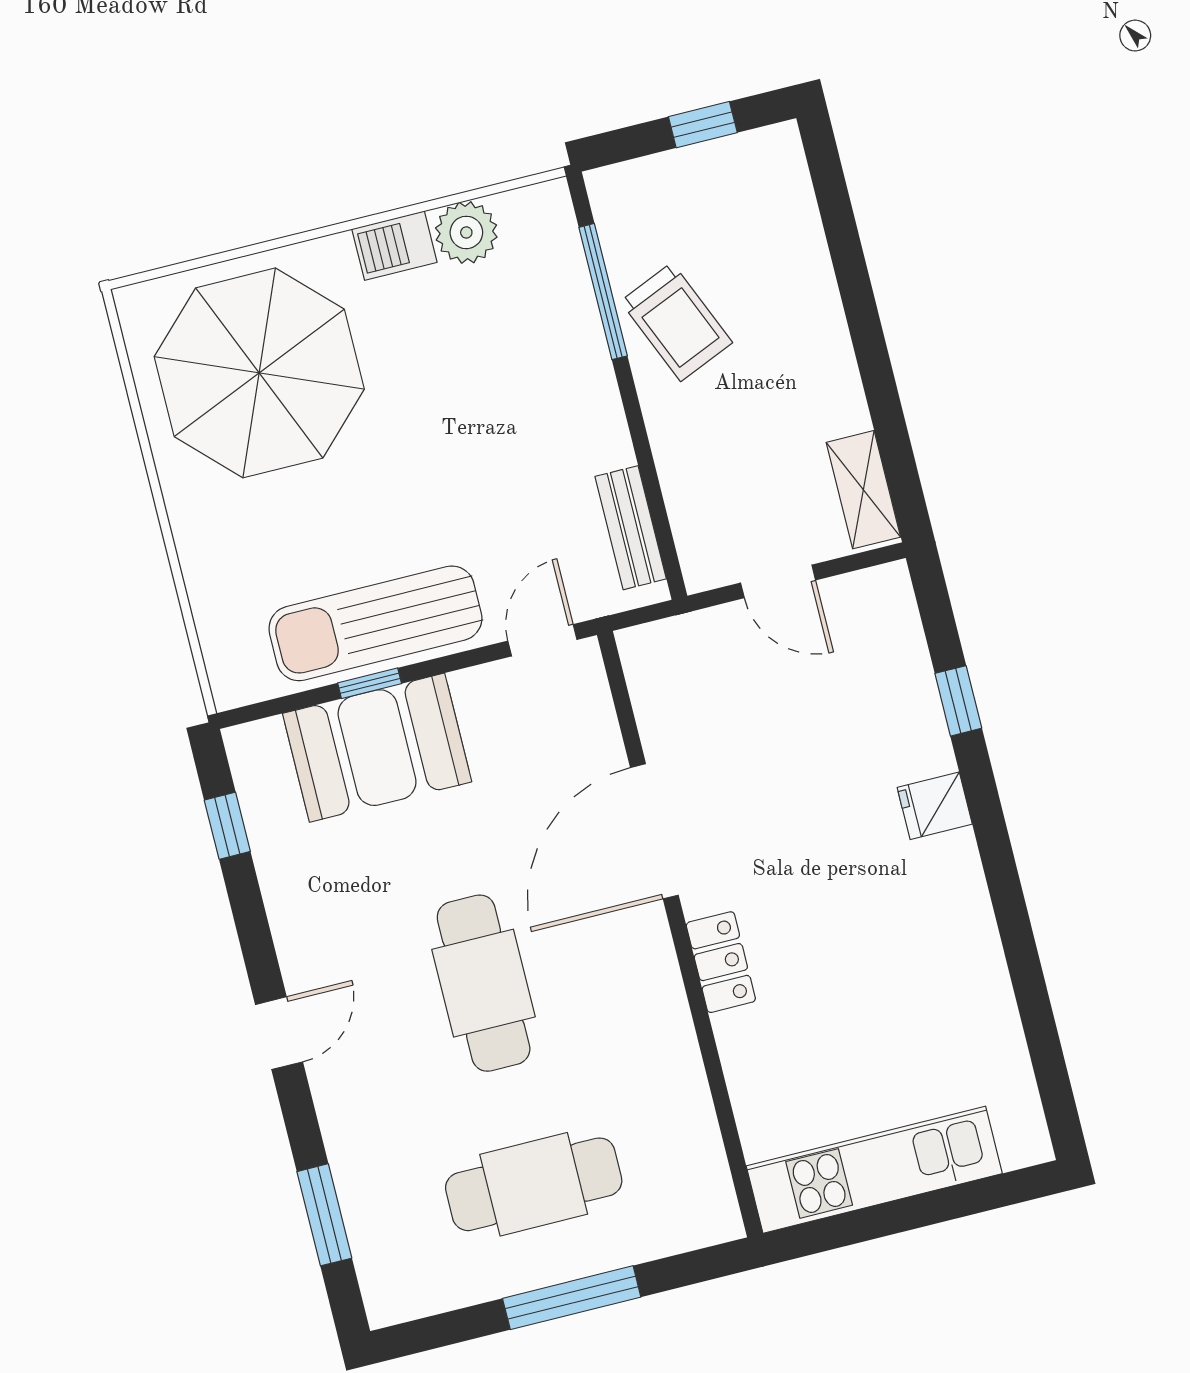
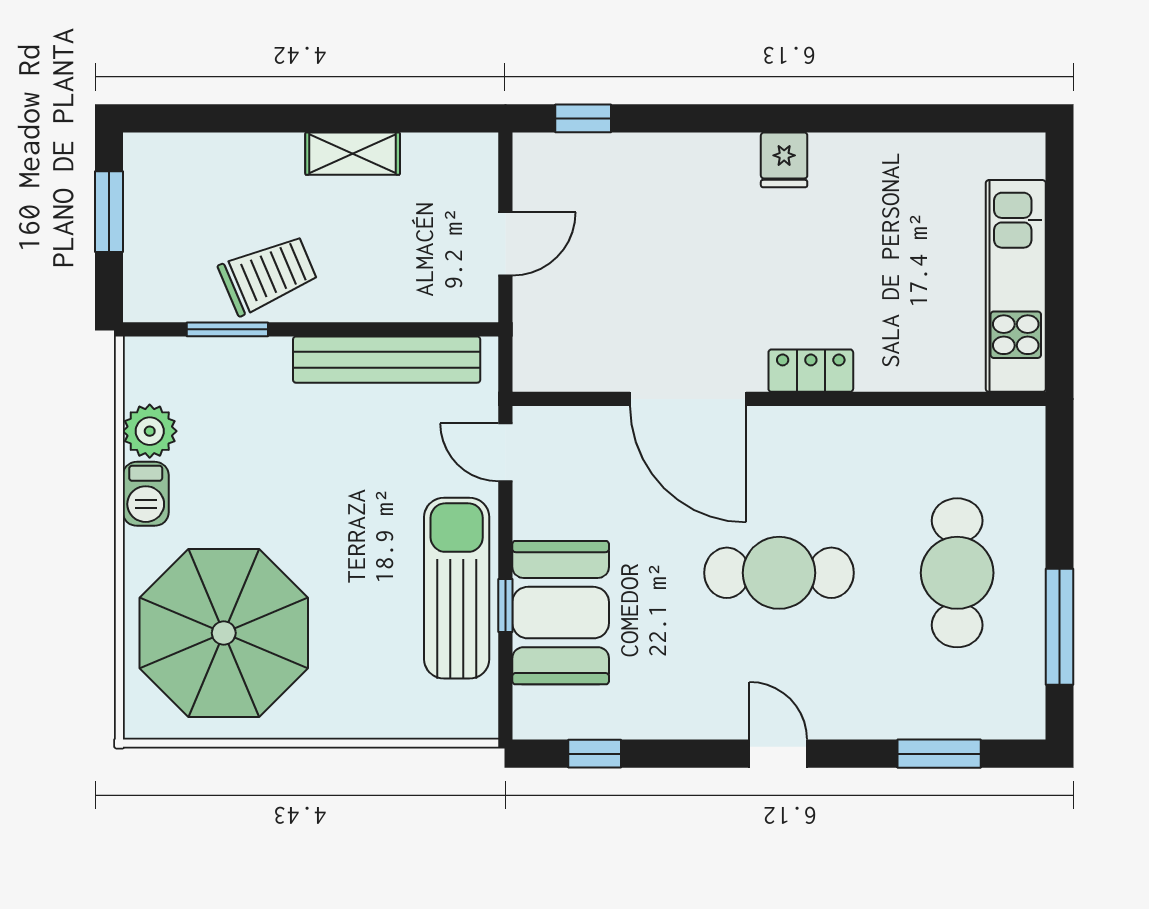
window: (703, 125) -> (109, 212), width x1.50
window: (603, 292) -> (227, 329), width x0.69
shelving: (863, 490) -> (353, 154), moved
bench: (631, 528) -> (387, 360), width x1.86, depth x1.21
sun lounger: (375, 623) -> (457, 588), turned 180
window: (958, 701) -> (583, 118), moved
fridge: (935, 806) -> (784, 160), moved
window: (572, 1298) -> (1060, 627), moved

